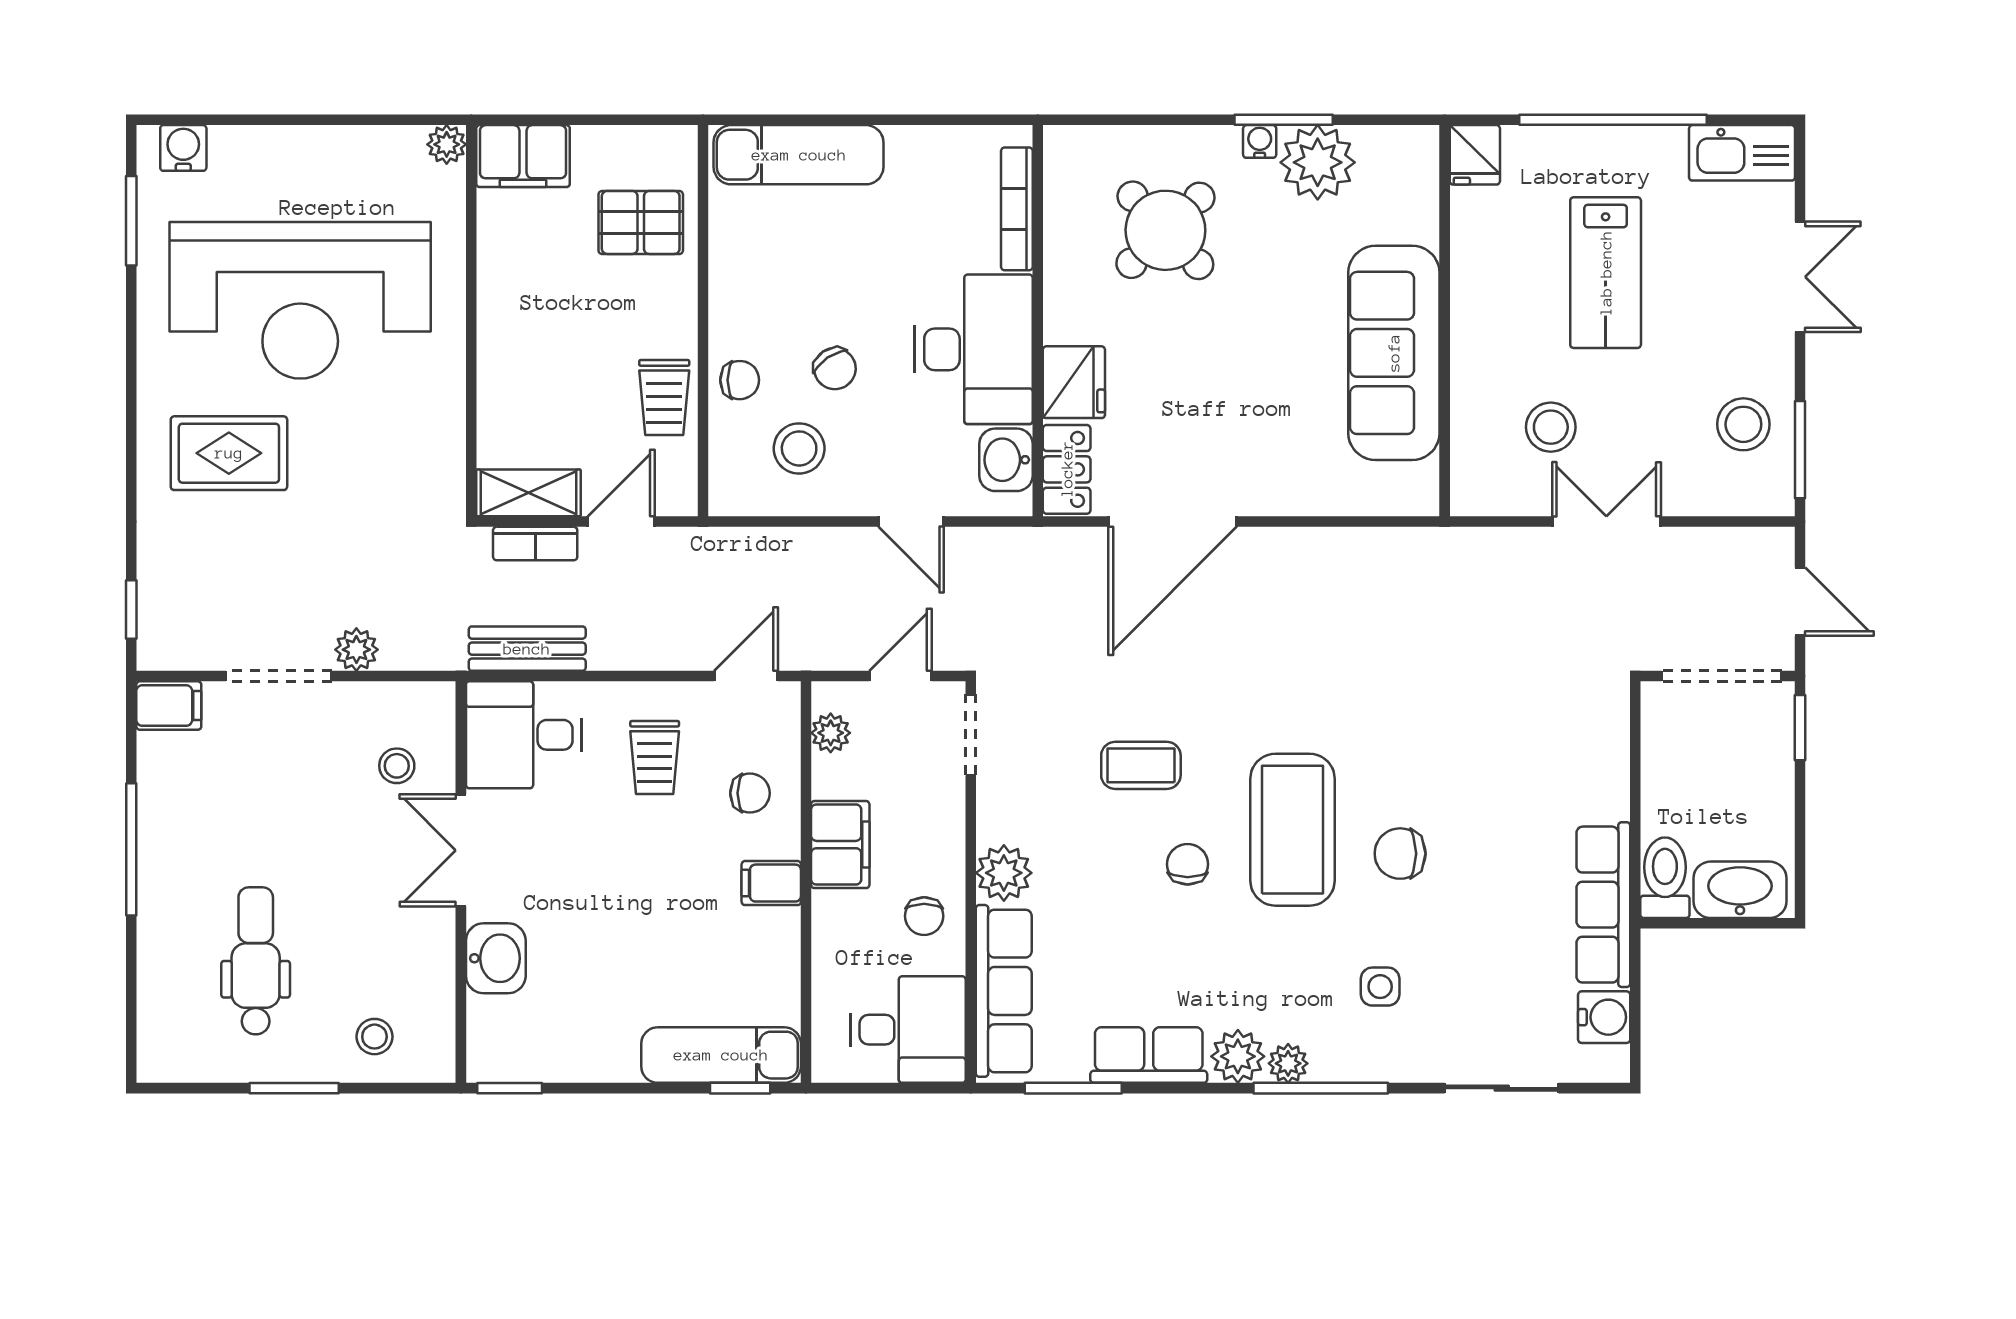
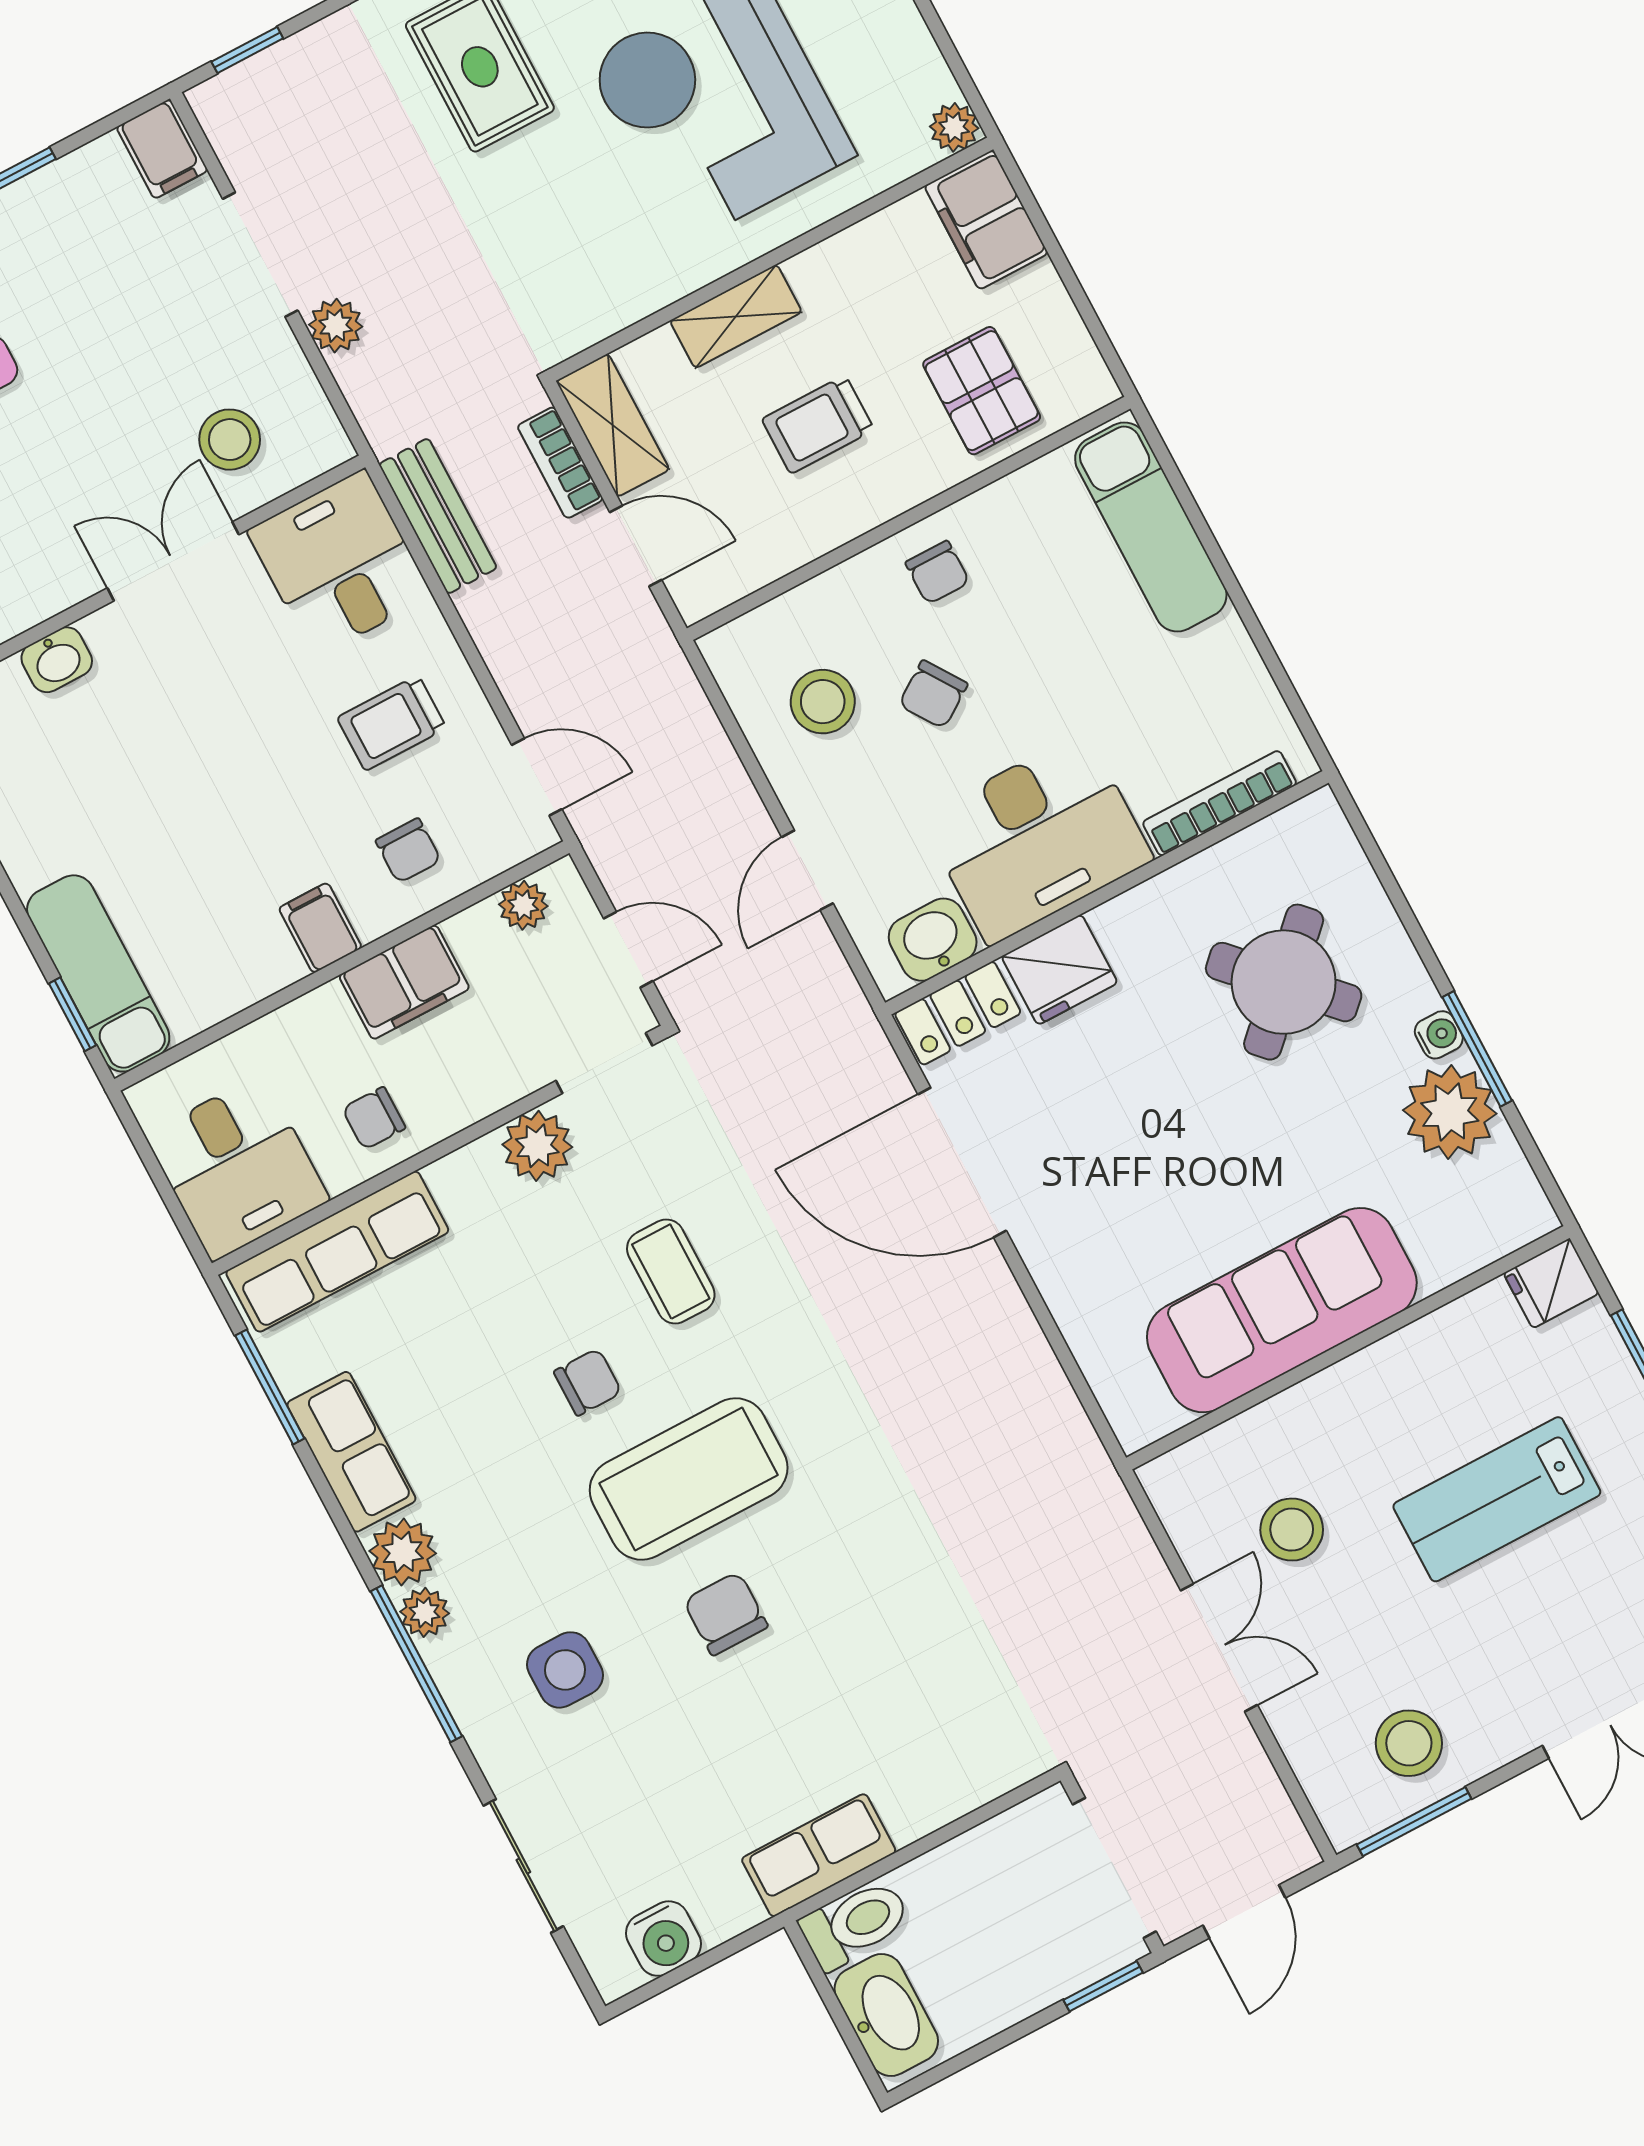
shelving: (498, 367) -> (736, 316), added
chair: (740, 380) -> (937, 572), moved
trolley: (664, 398) -> (818, 424), moved
stool: (397, 766) -> (230, 440), width x1.37, depth x1.37
plant: (1004, 873) -> (537, 1146), moved
row of seats: (1603, 905) -> (819, 1855), width x0.68
washbasin: (496, 958) -> (57, 660), width x0.72, depth x0.69
side table: (1380, 987) -> (565, 1670), width x1.37, depth x1.37

